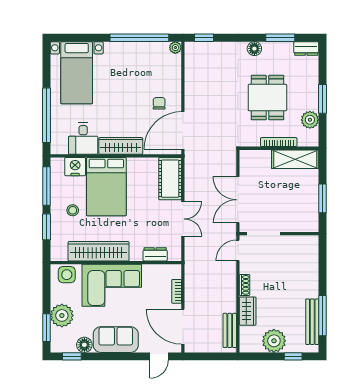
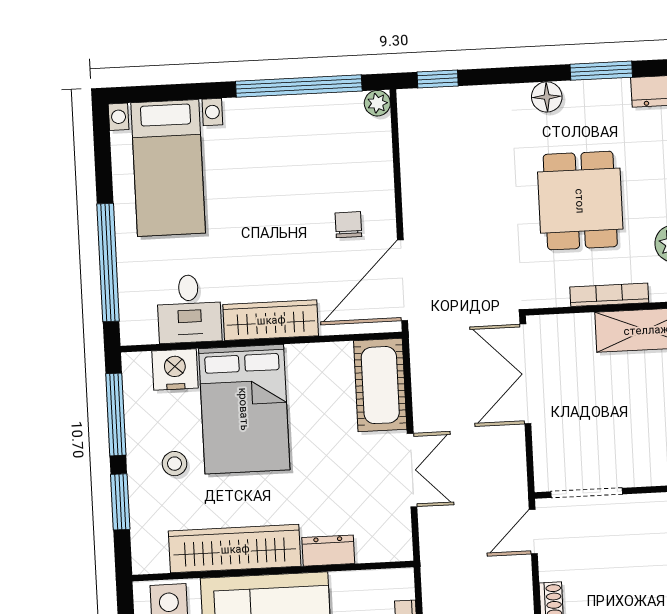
double door: (238, 200) -> (525, 374), moved
dresser: (155, 254) -> (328, 551), moved

